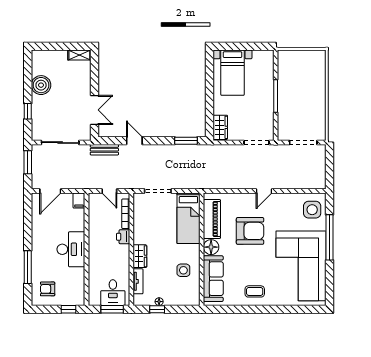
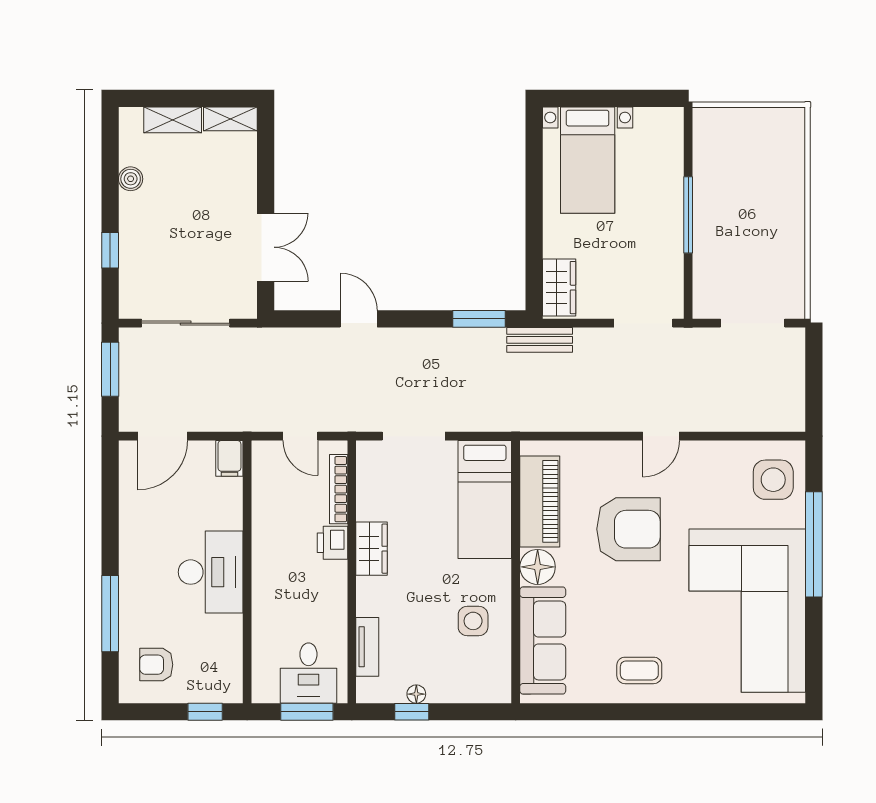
shelving: (55, 55) -> (173, 120), added
boiler: (41, 85) -> (131, 179), width x0.54, depth x0.54
bench: (104, 150) -> (540, 340), moved
wardrobe: (140, 256) -> (372, 549), moved

